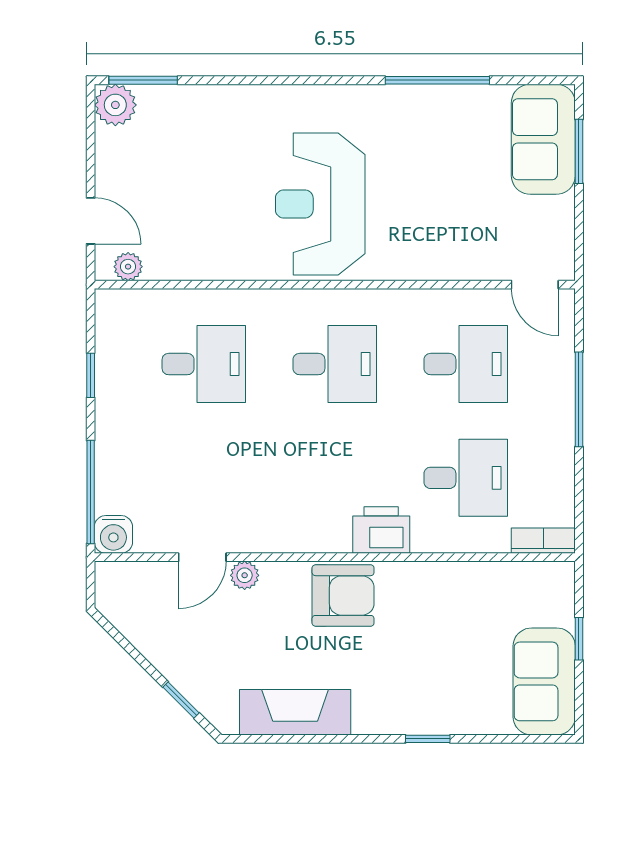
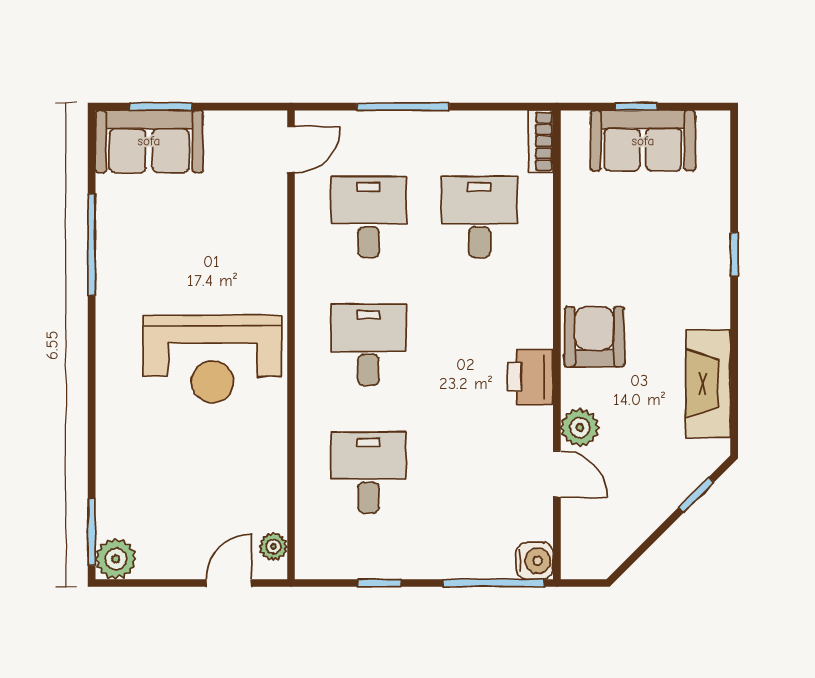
printer: (381, 530) -> (530, 377), moved
plant: (245, 575) -> (580, 428), width x1.38, depth x1.38
sofa: (544, 681) -> (643, 141), moved

